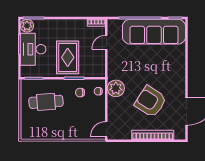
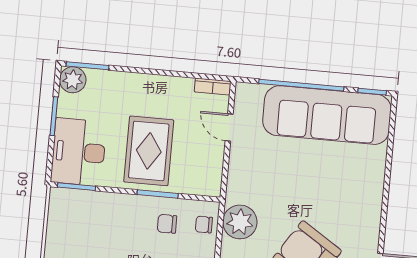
door: (106, 42) -> (229, 127), hinge flipped
desk: (33, 49) -> (79, 152), moved
cafe table: (46, 102) -> (97, 236), removed

